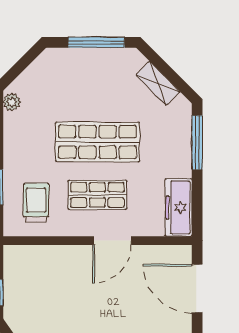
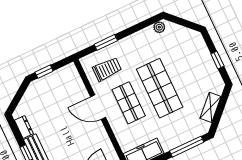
window: (96, 42) -> (217, 60), width x0.46
door: (112, 241) -> (98, 107), moved

